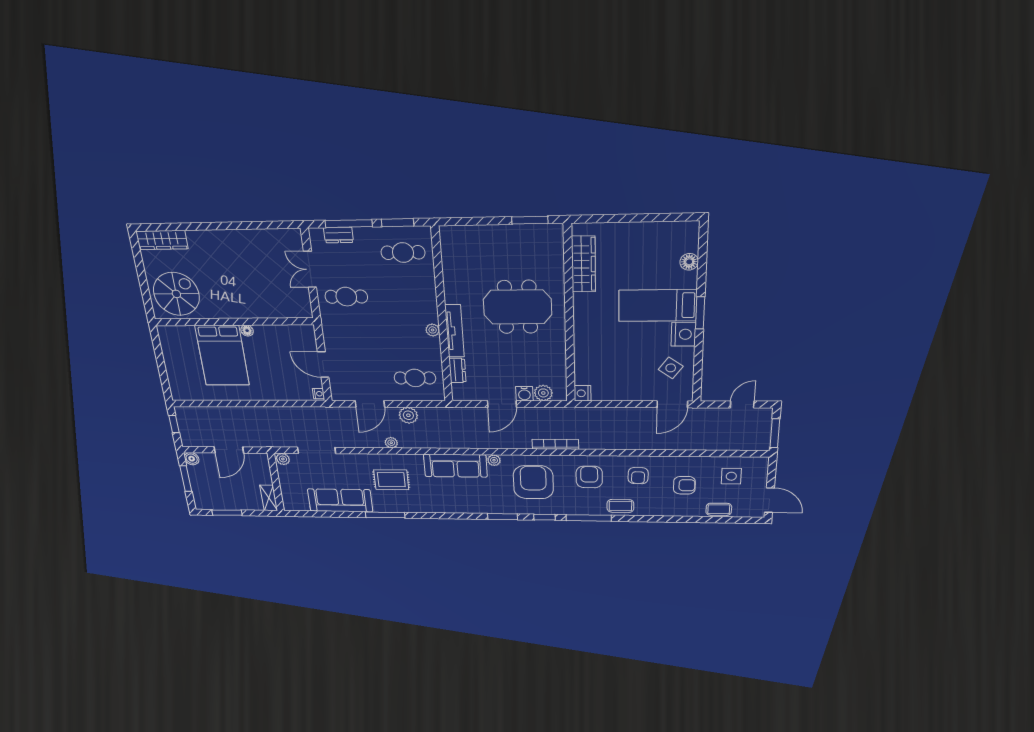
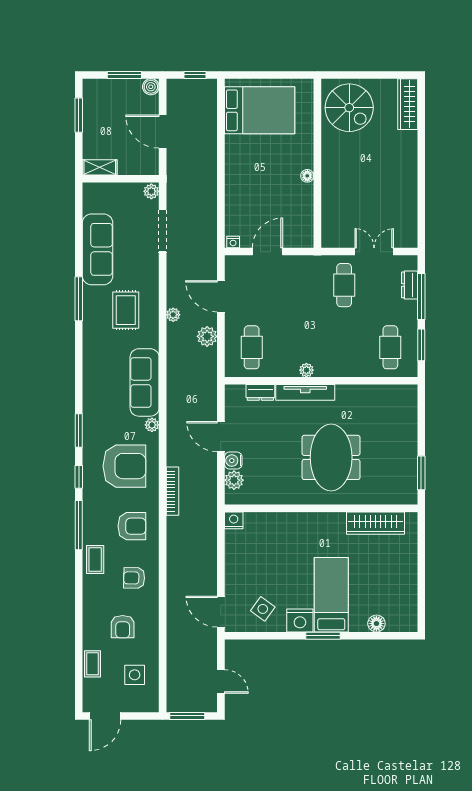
bed: (222, 355) -> (260, 110), moved, turned 180

